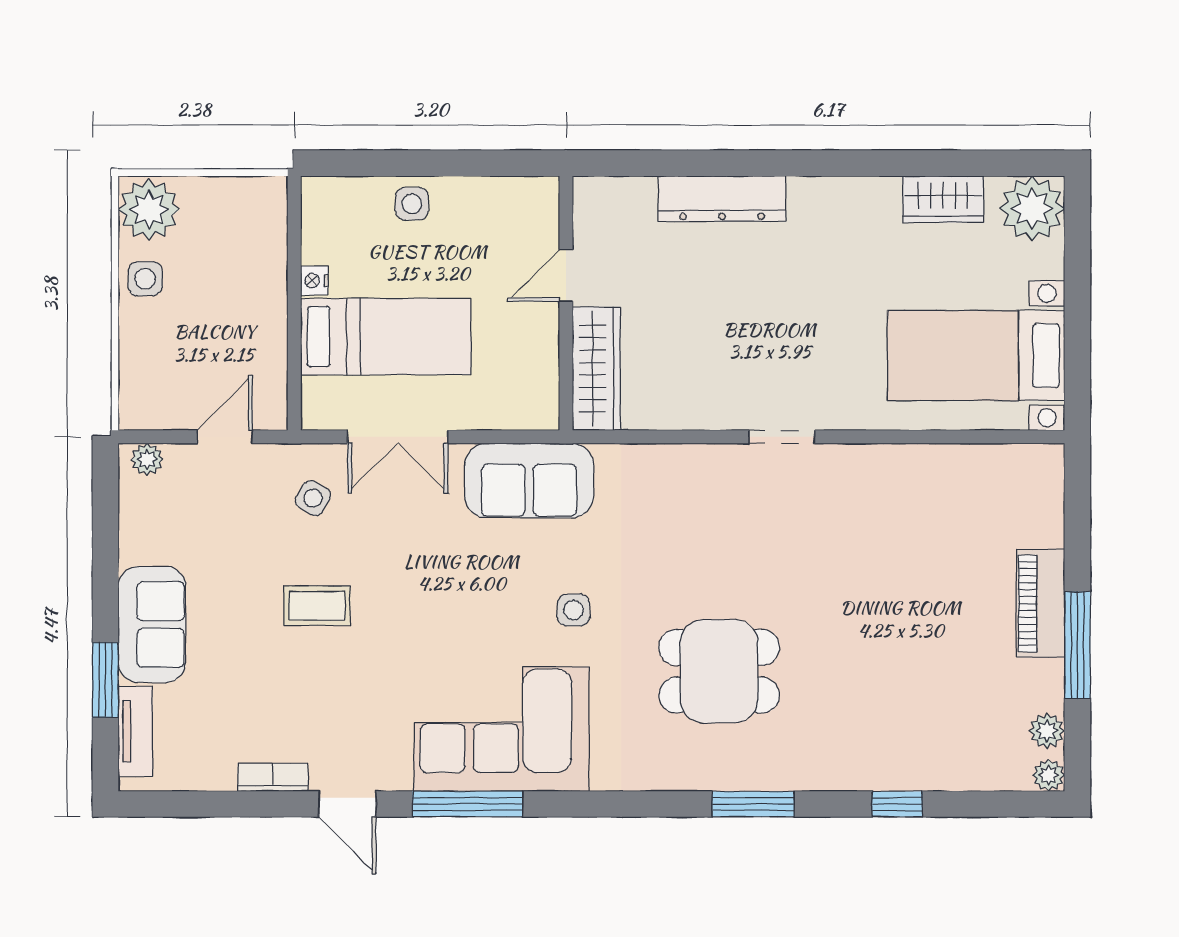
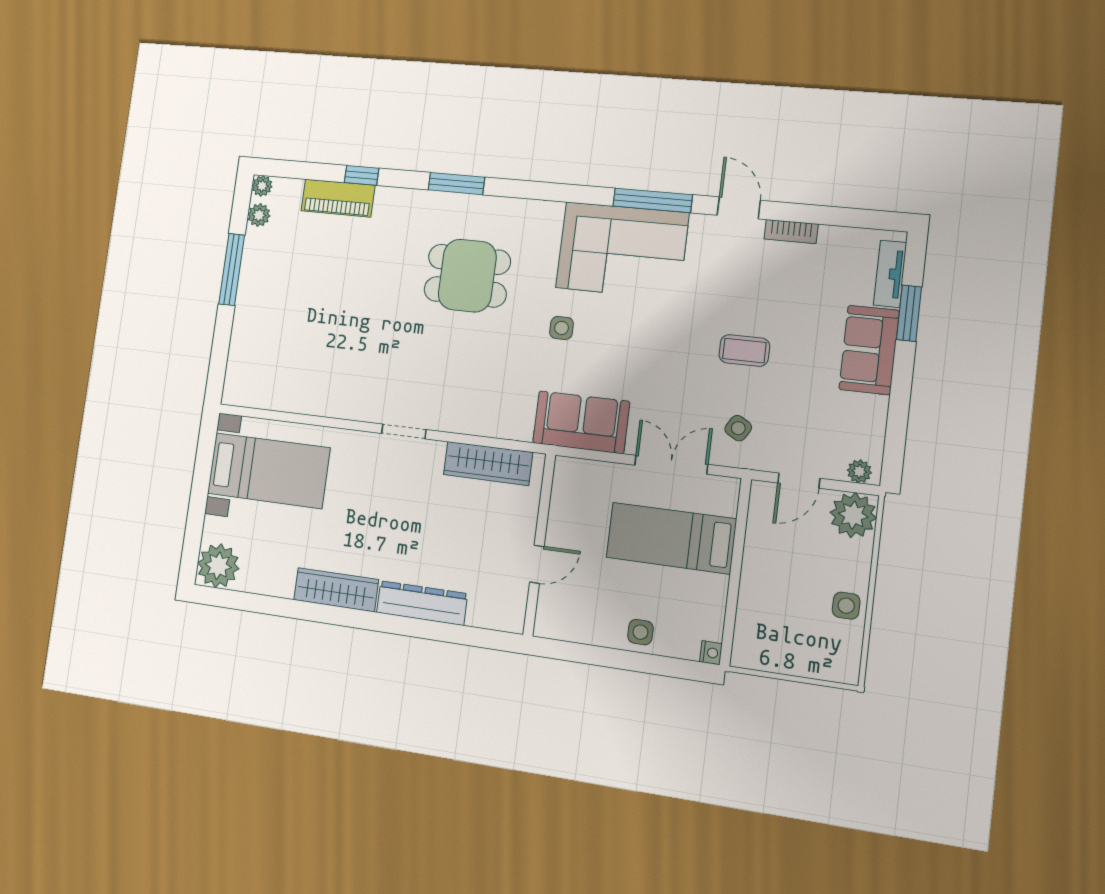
wardrobe: (943, 199) -> (336, 590), moved, width x1.50
plant: (149, 210) -> (853, 515), moved
nightstand: (314, 280) -> (711, 653), moved
wardrobe: (596, 369) -> (488, 463), moved, turned -90
piano: (1041, 603) -> (338, 198), moved, turned 90

